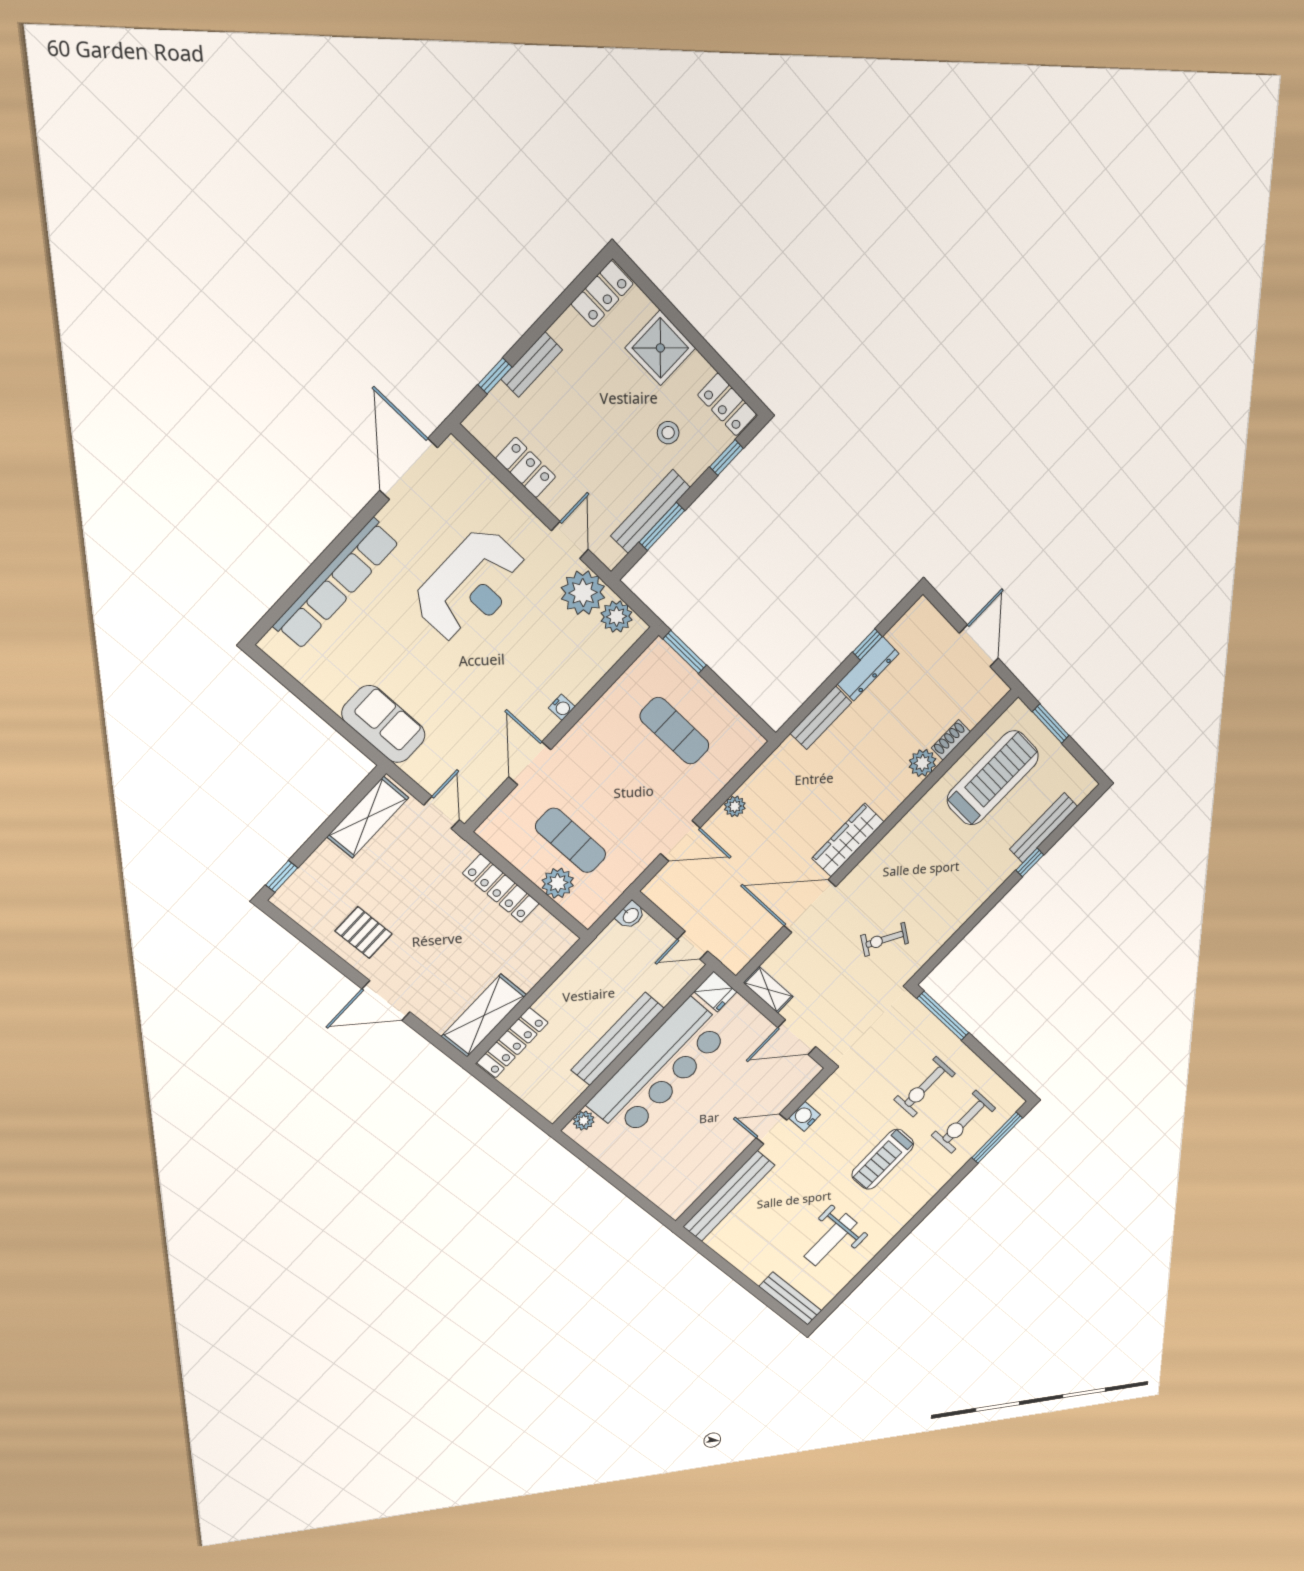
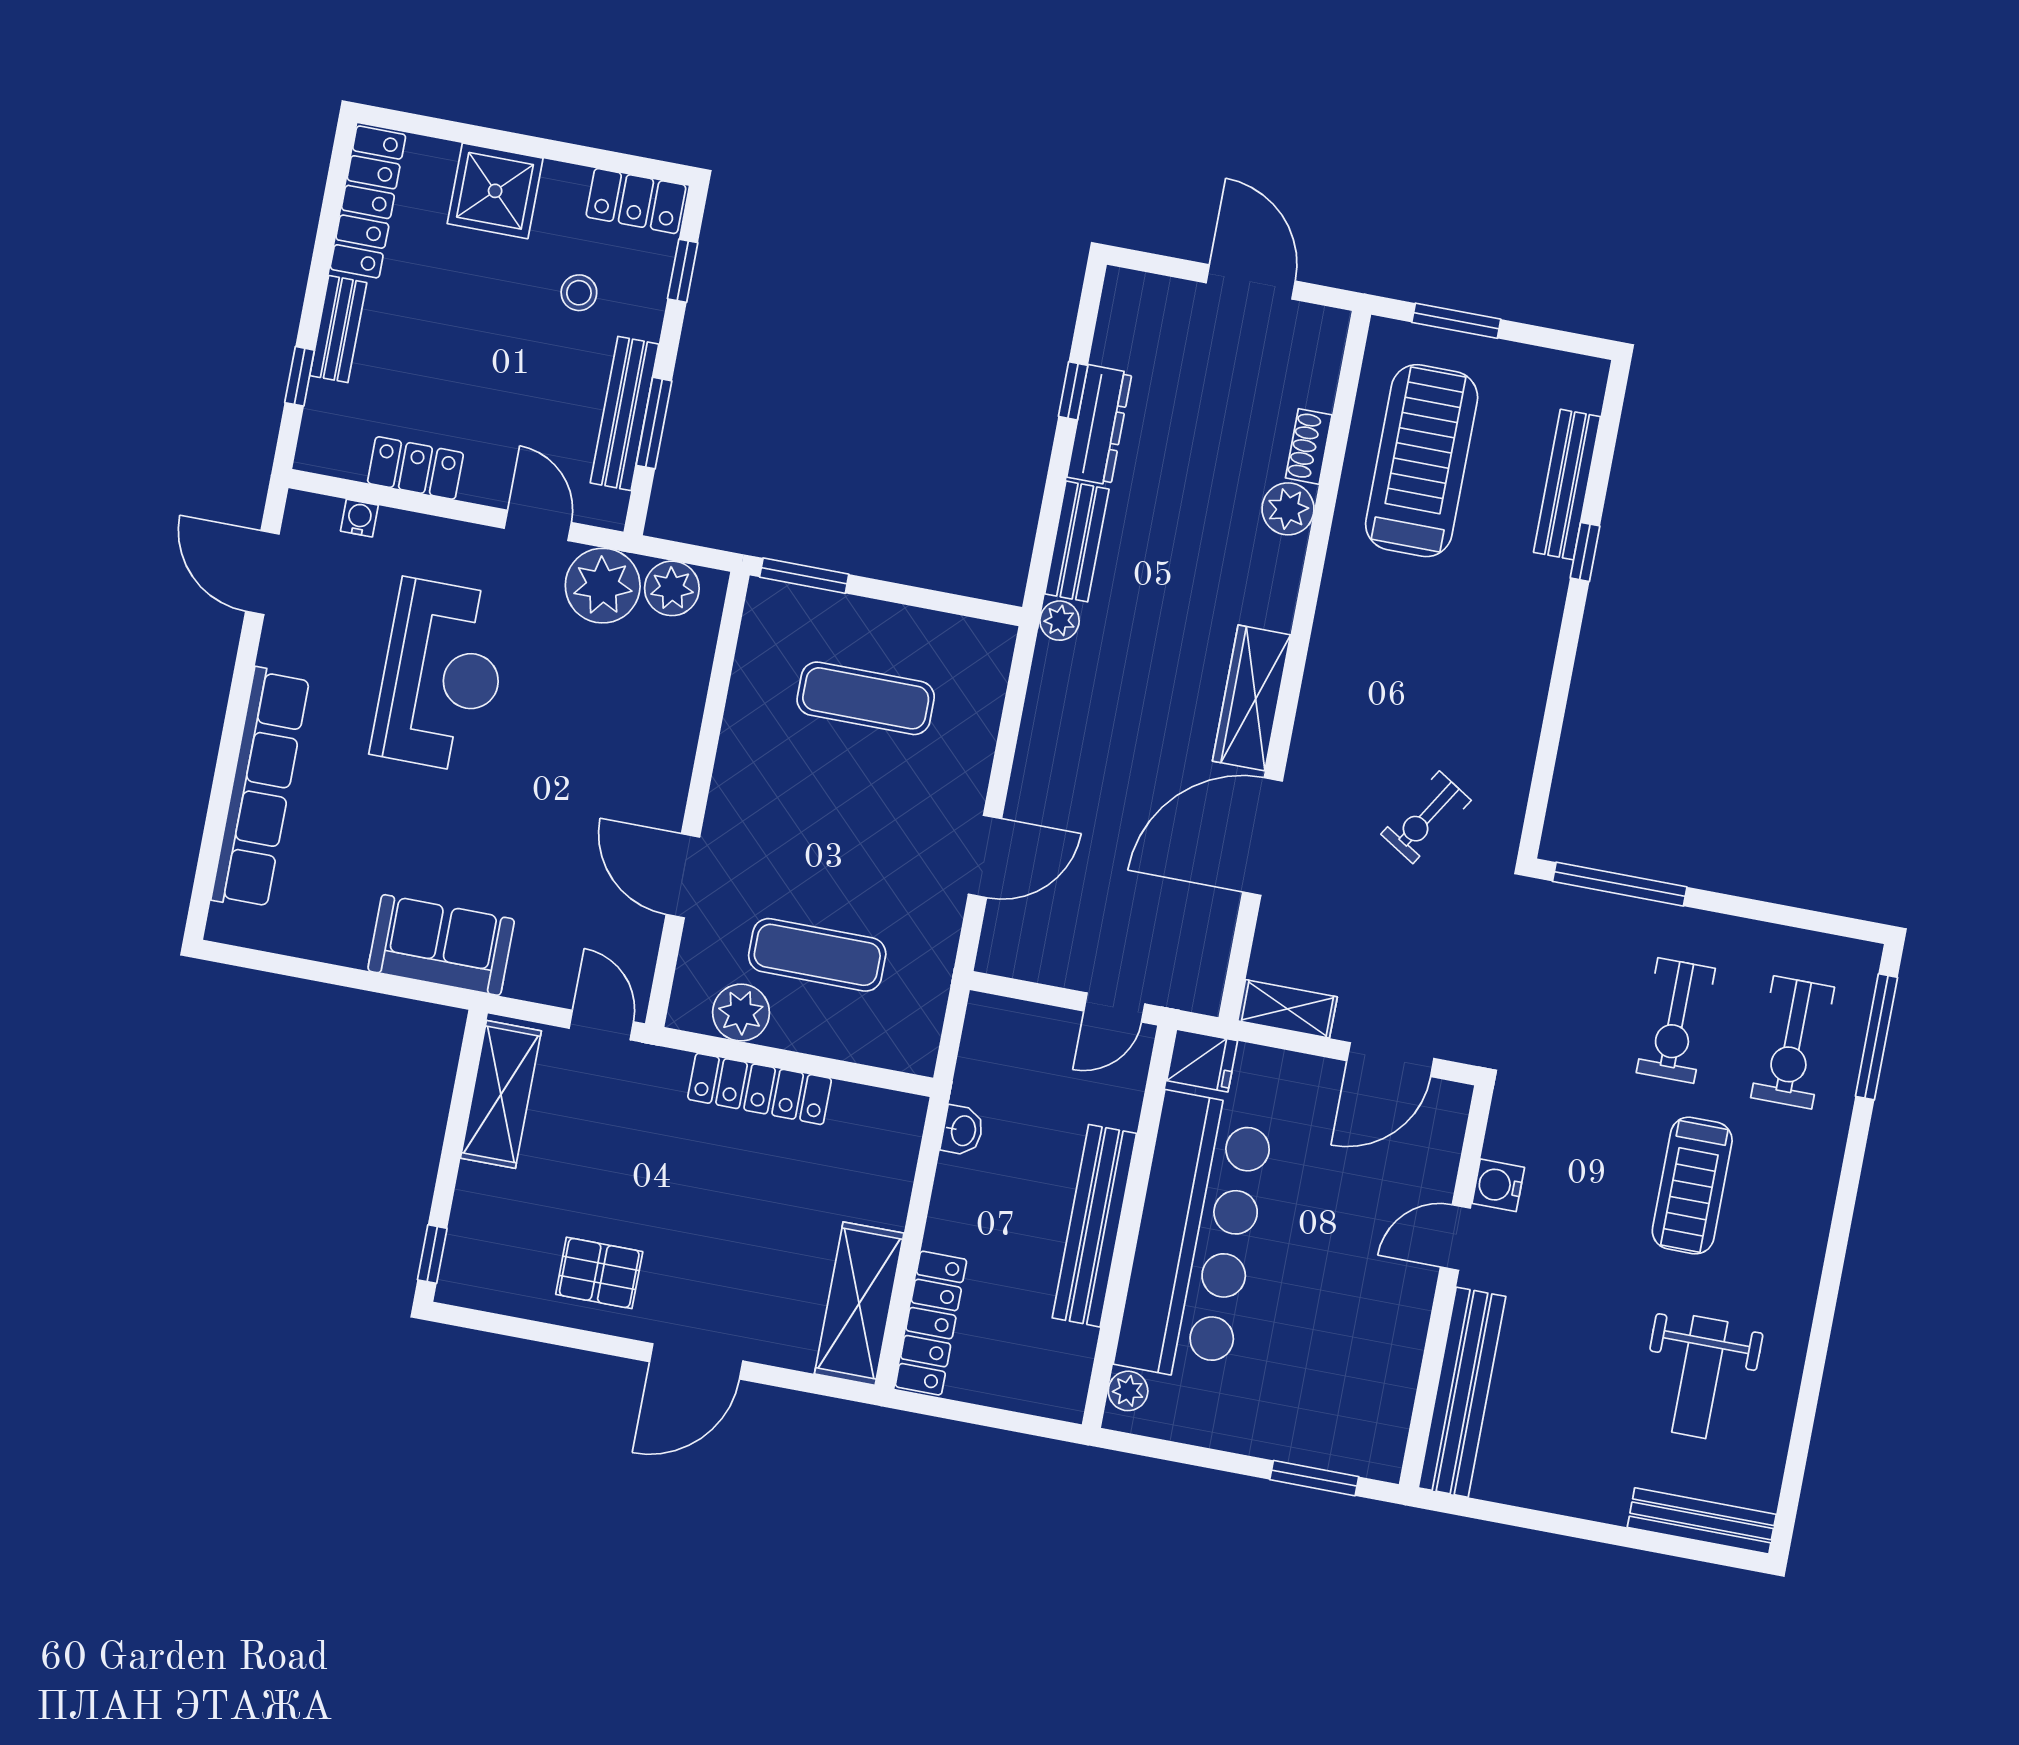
locker: (602, 294) -> (368, 202), width x1.53
door: (409, 469) -> (262, 573), width x0.73
water cooler: (562, 707) -> (359, 518), moved, turned -90
plant: (735, 806) -> (1060, 621), moved
plant: (558, 883) -> (741, 1013), moved
washbasin: (630, 915) -> (962, 1131), moved
window: (641, 1200) -> (1314, 1478), added

